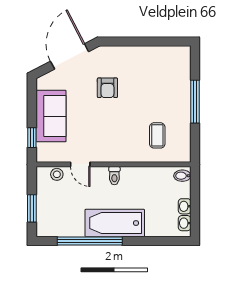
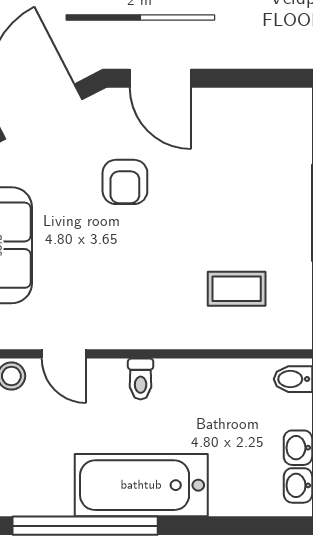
door: (123, 42) -> (160, 78), added
coffee table: (157, 135) -> (237, 289), turned 90

